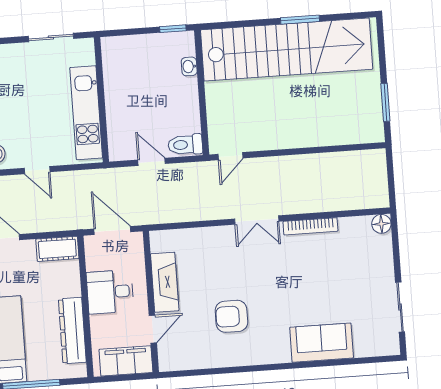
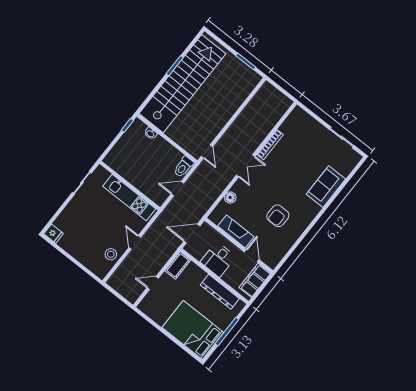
door: (37, 170) -> (135, 242), swing flipped
floor lamp: (381, 224) -> (230, 198), moved

